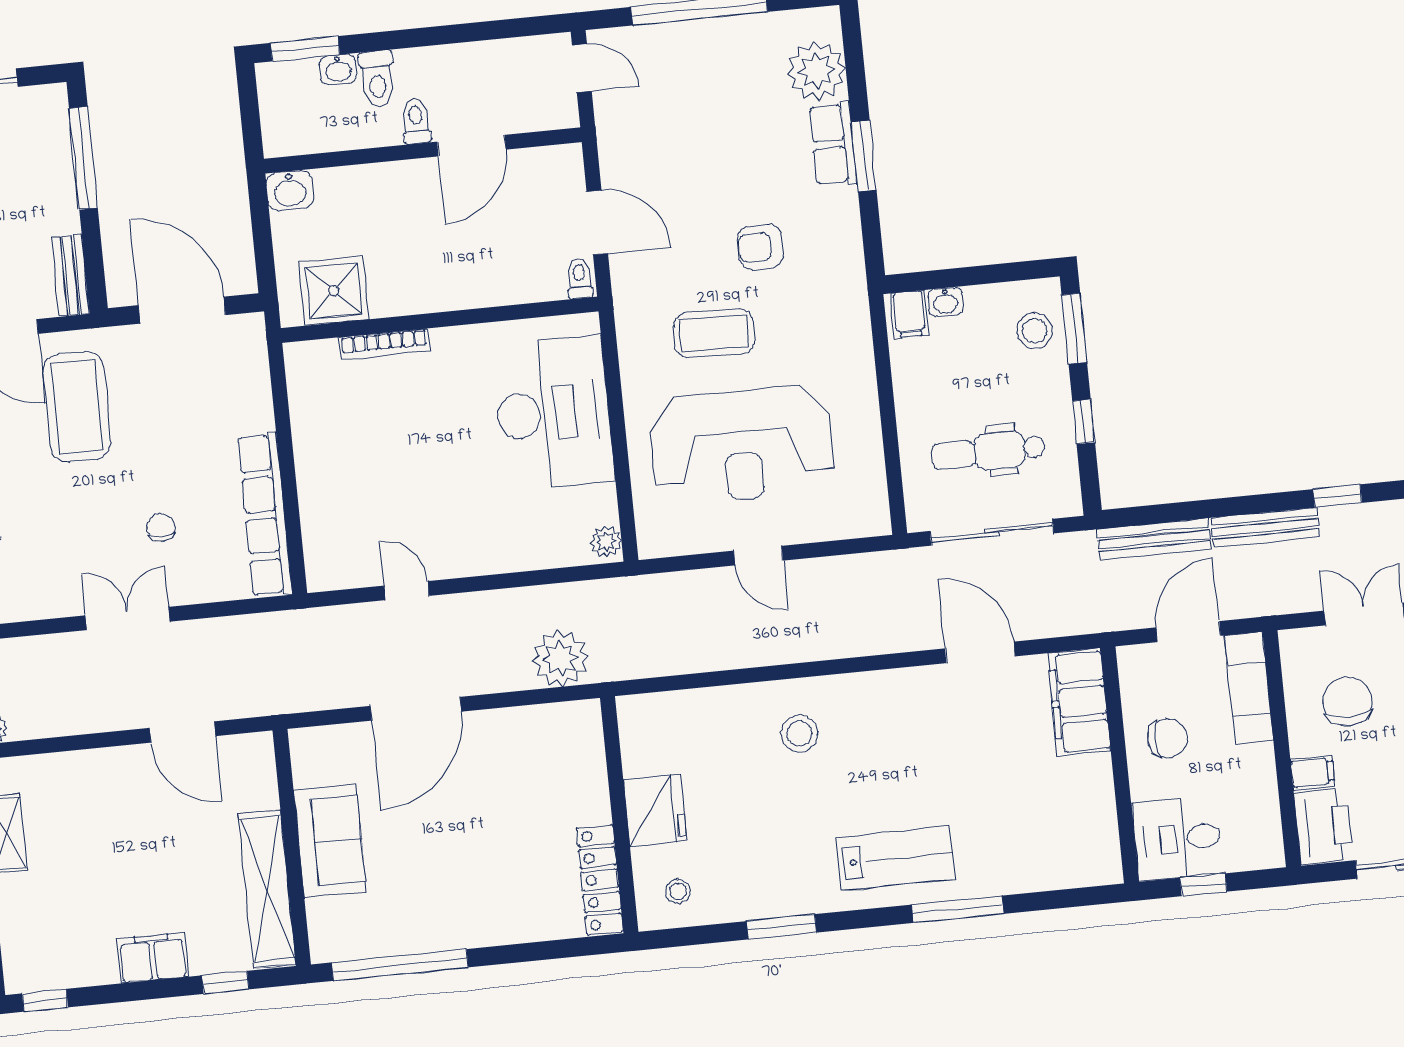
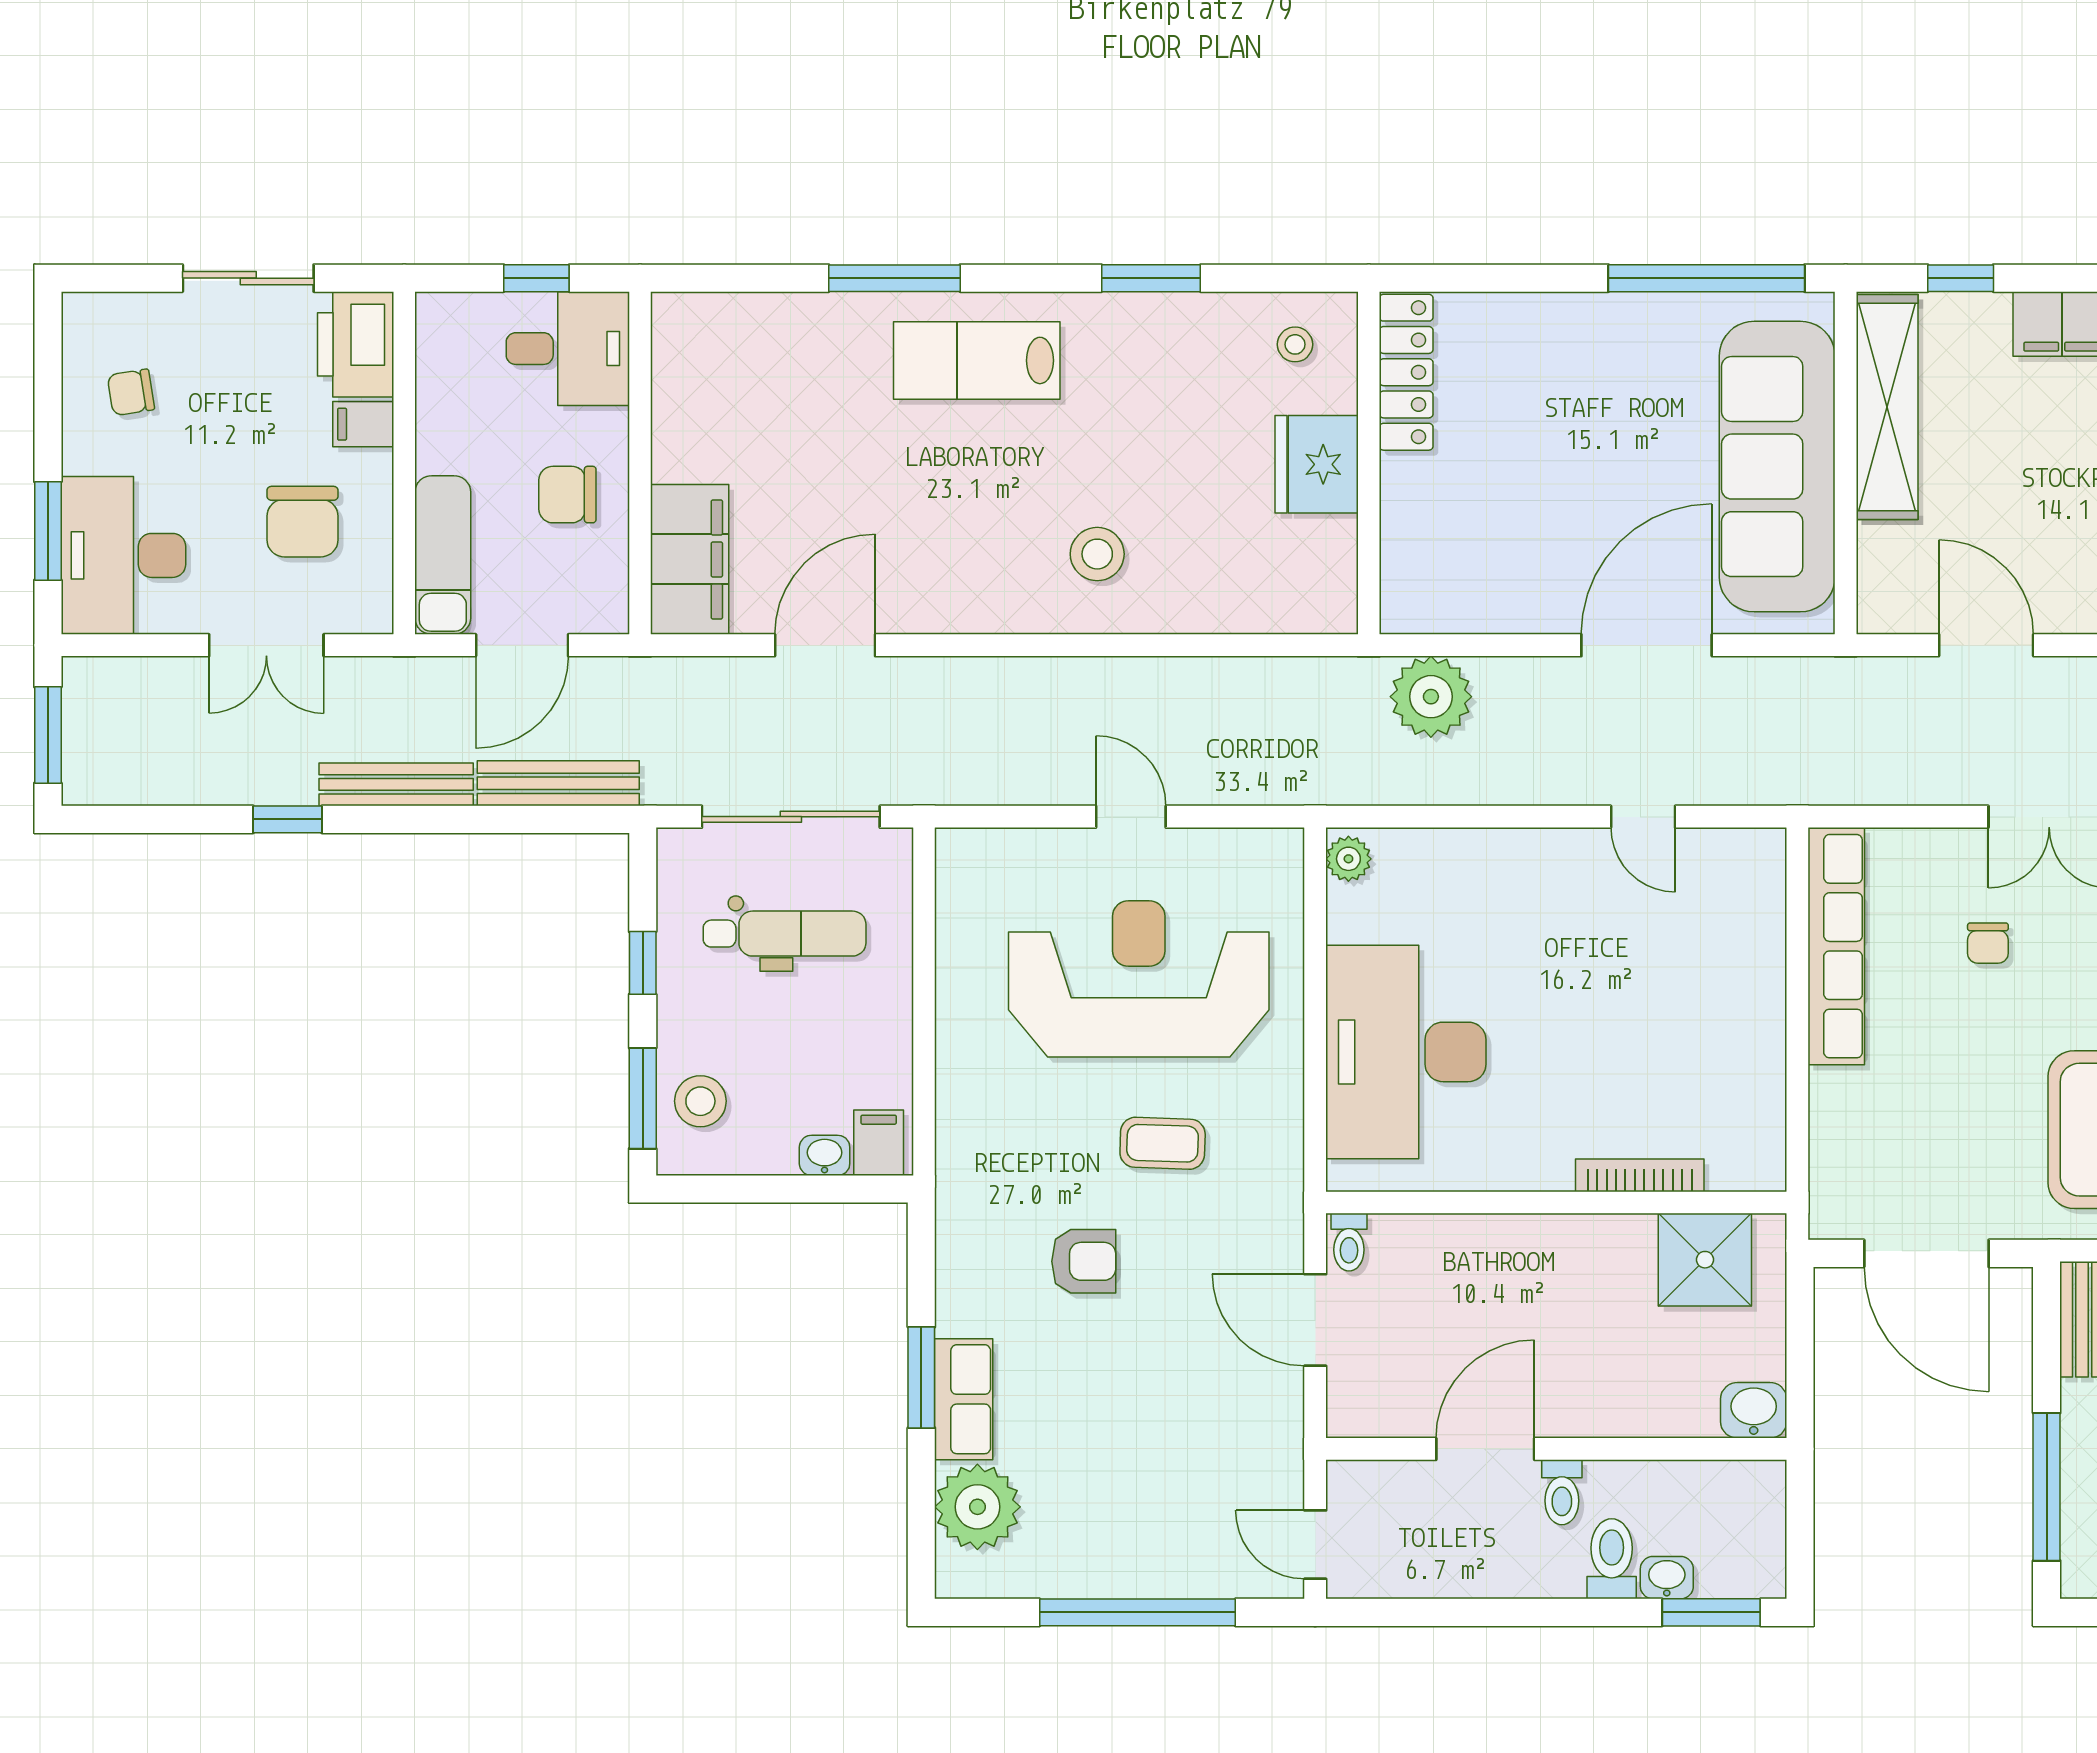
coffee table: (714, 333) -> (1163, 1143), width x0.73, depth x0.77
door: (980, 652) -> (825, 645), swing flipped
sofa: (330, 841) -> (1777, 467), width x1.85, depth x1.27

